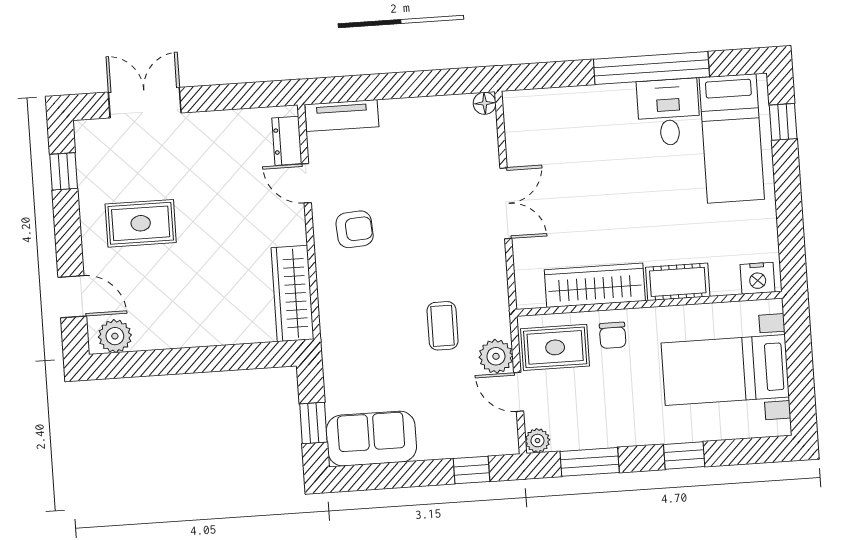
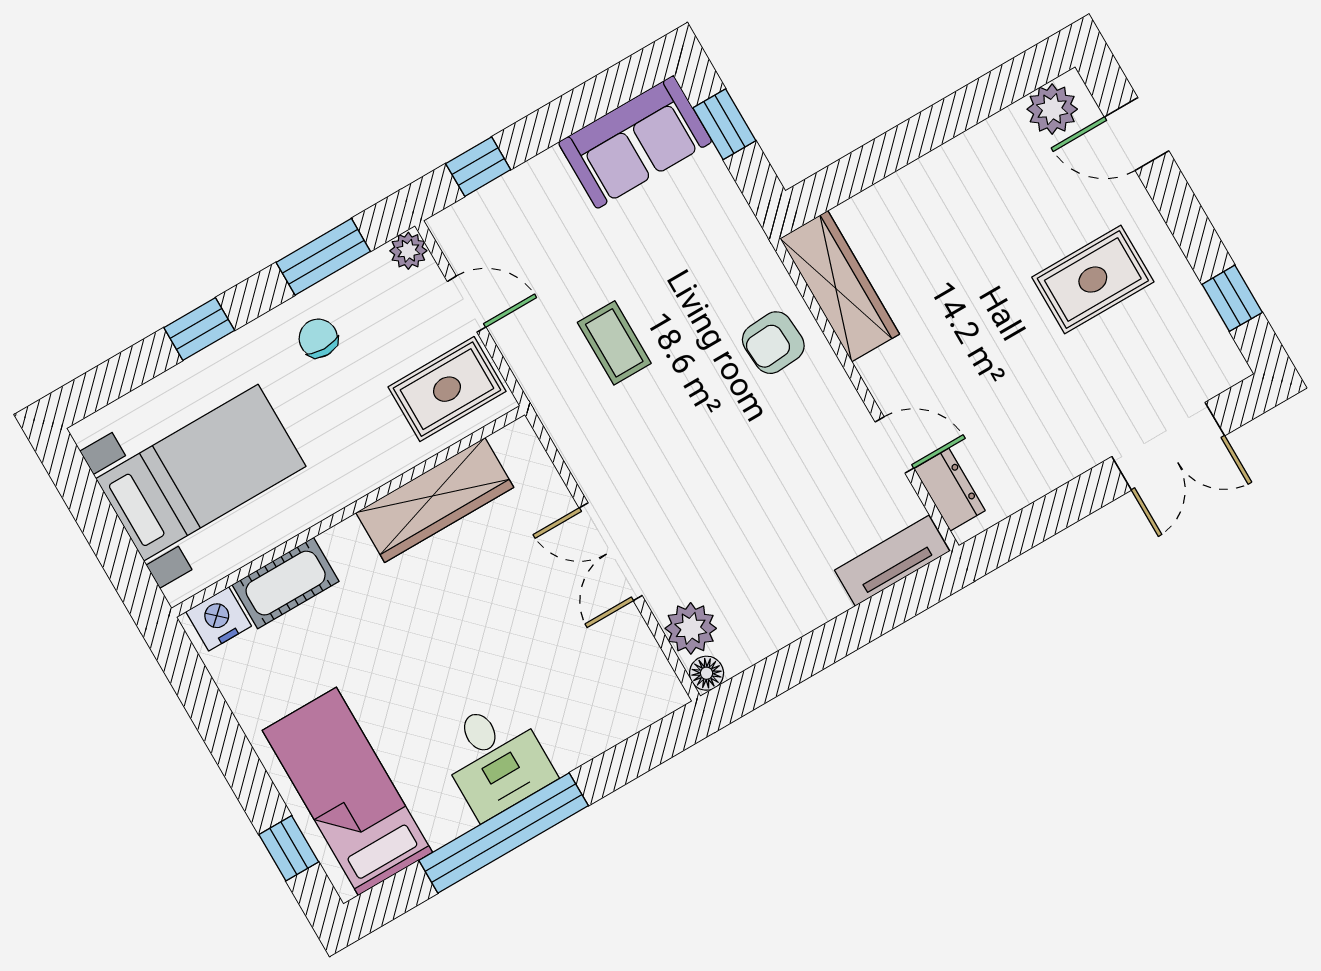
desk: (669, 112) -> (495, 759), moved
armchair: (355, 229) -> (773, 343), moved
cot: (678, 282) -> (286, 583), moved
chair: (613, 335) -> (318, 338), moved
plant: (496, 356) -> (691, 628), moved

